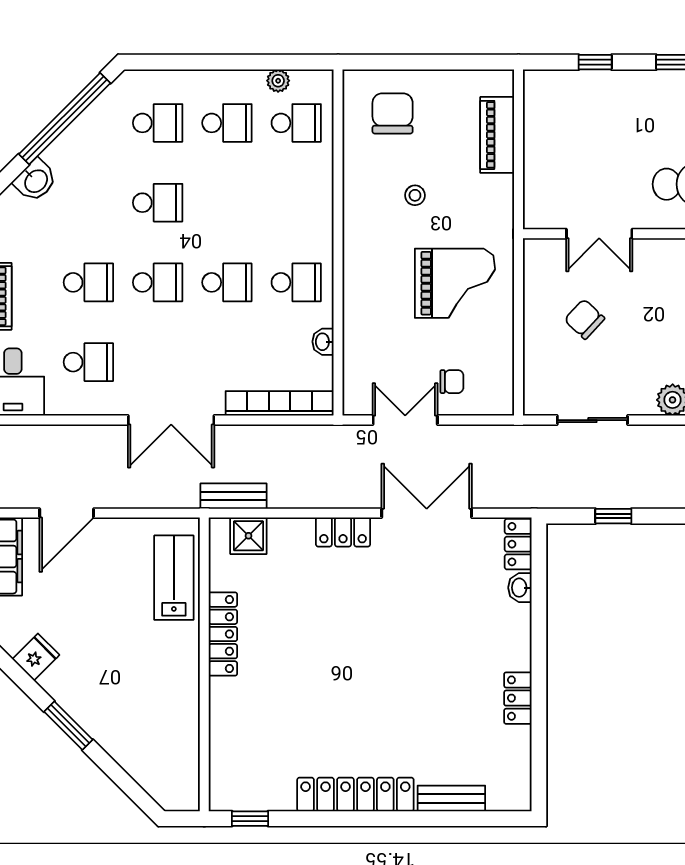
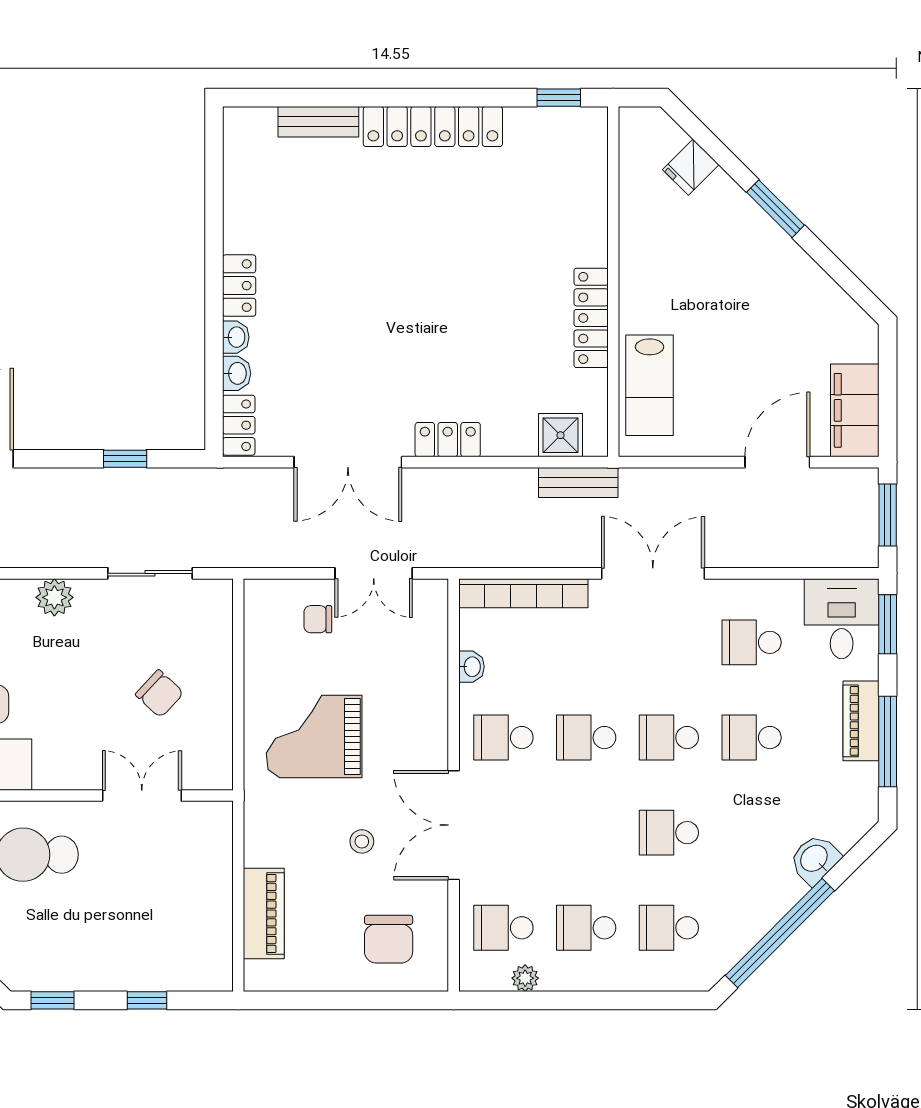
double door: (338, 209) -> (454, 825), added
washbasin: (521, 618) -> (236, 337), added
fridge: (36, 657) -> (691, 167), moved
locker: (518, 698) -> (239, 286), moved

